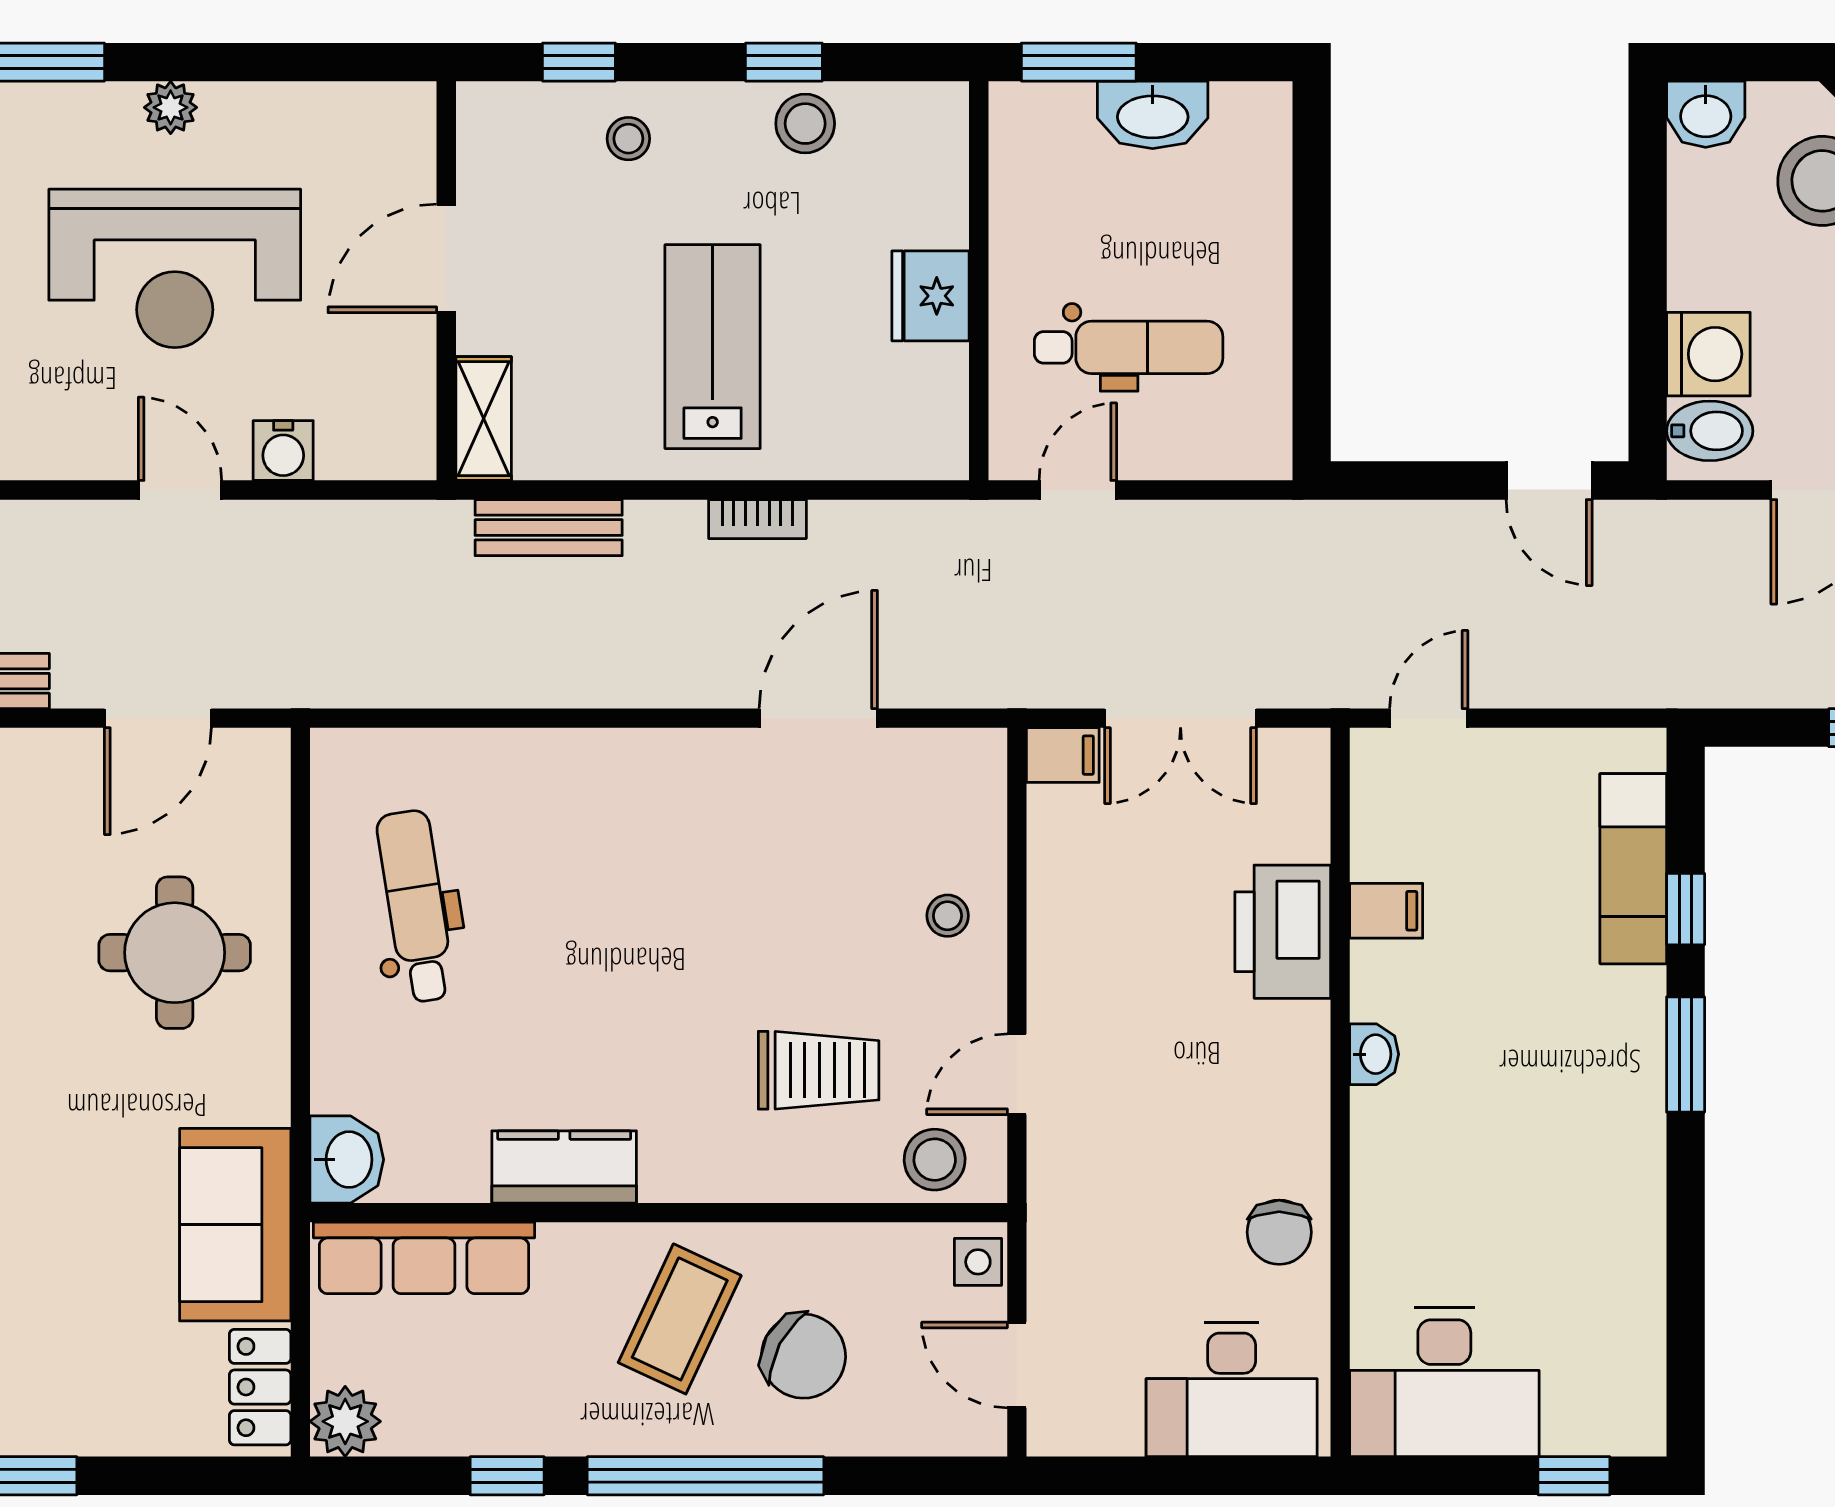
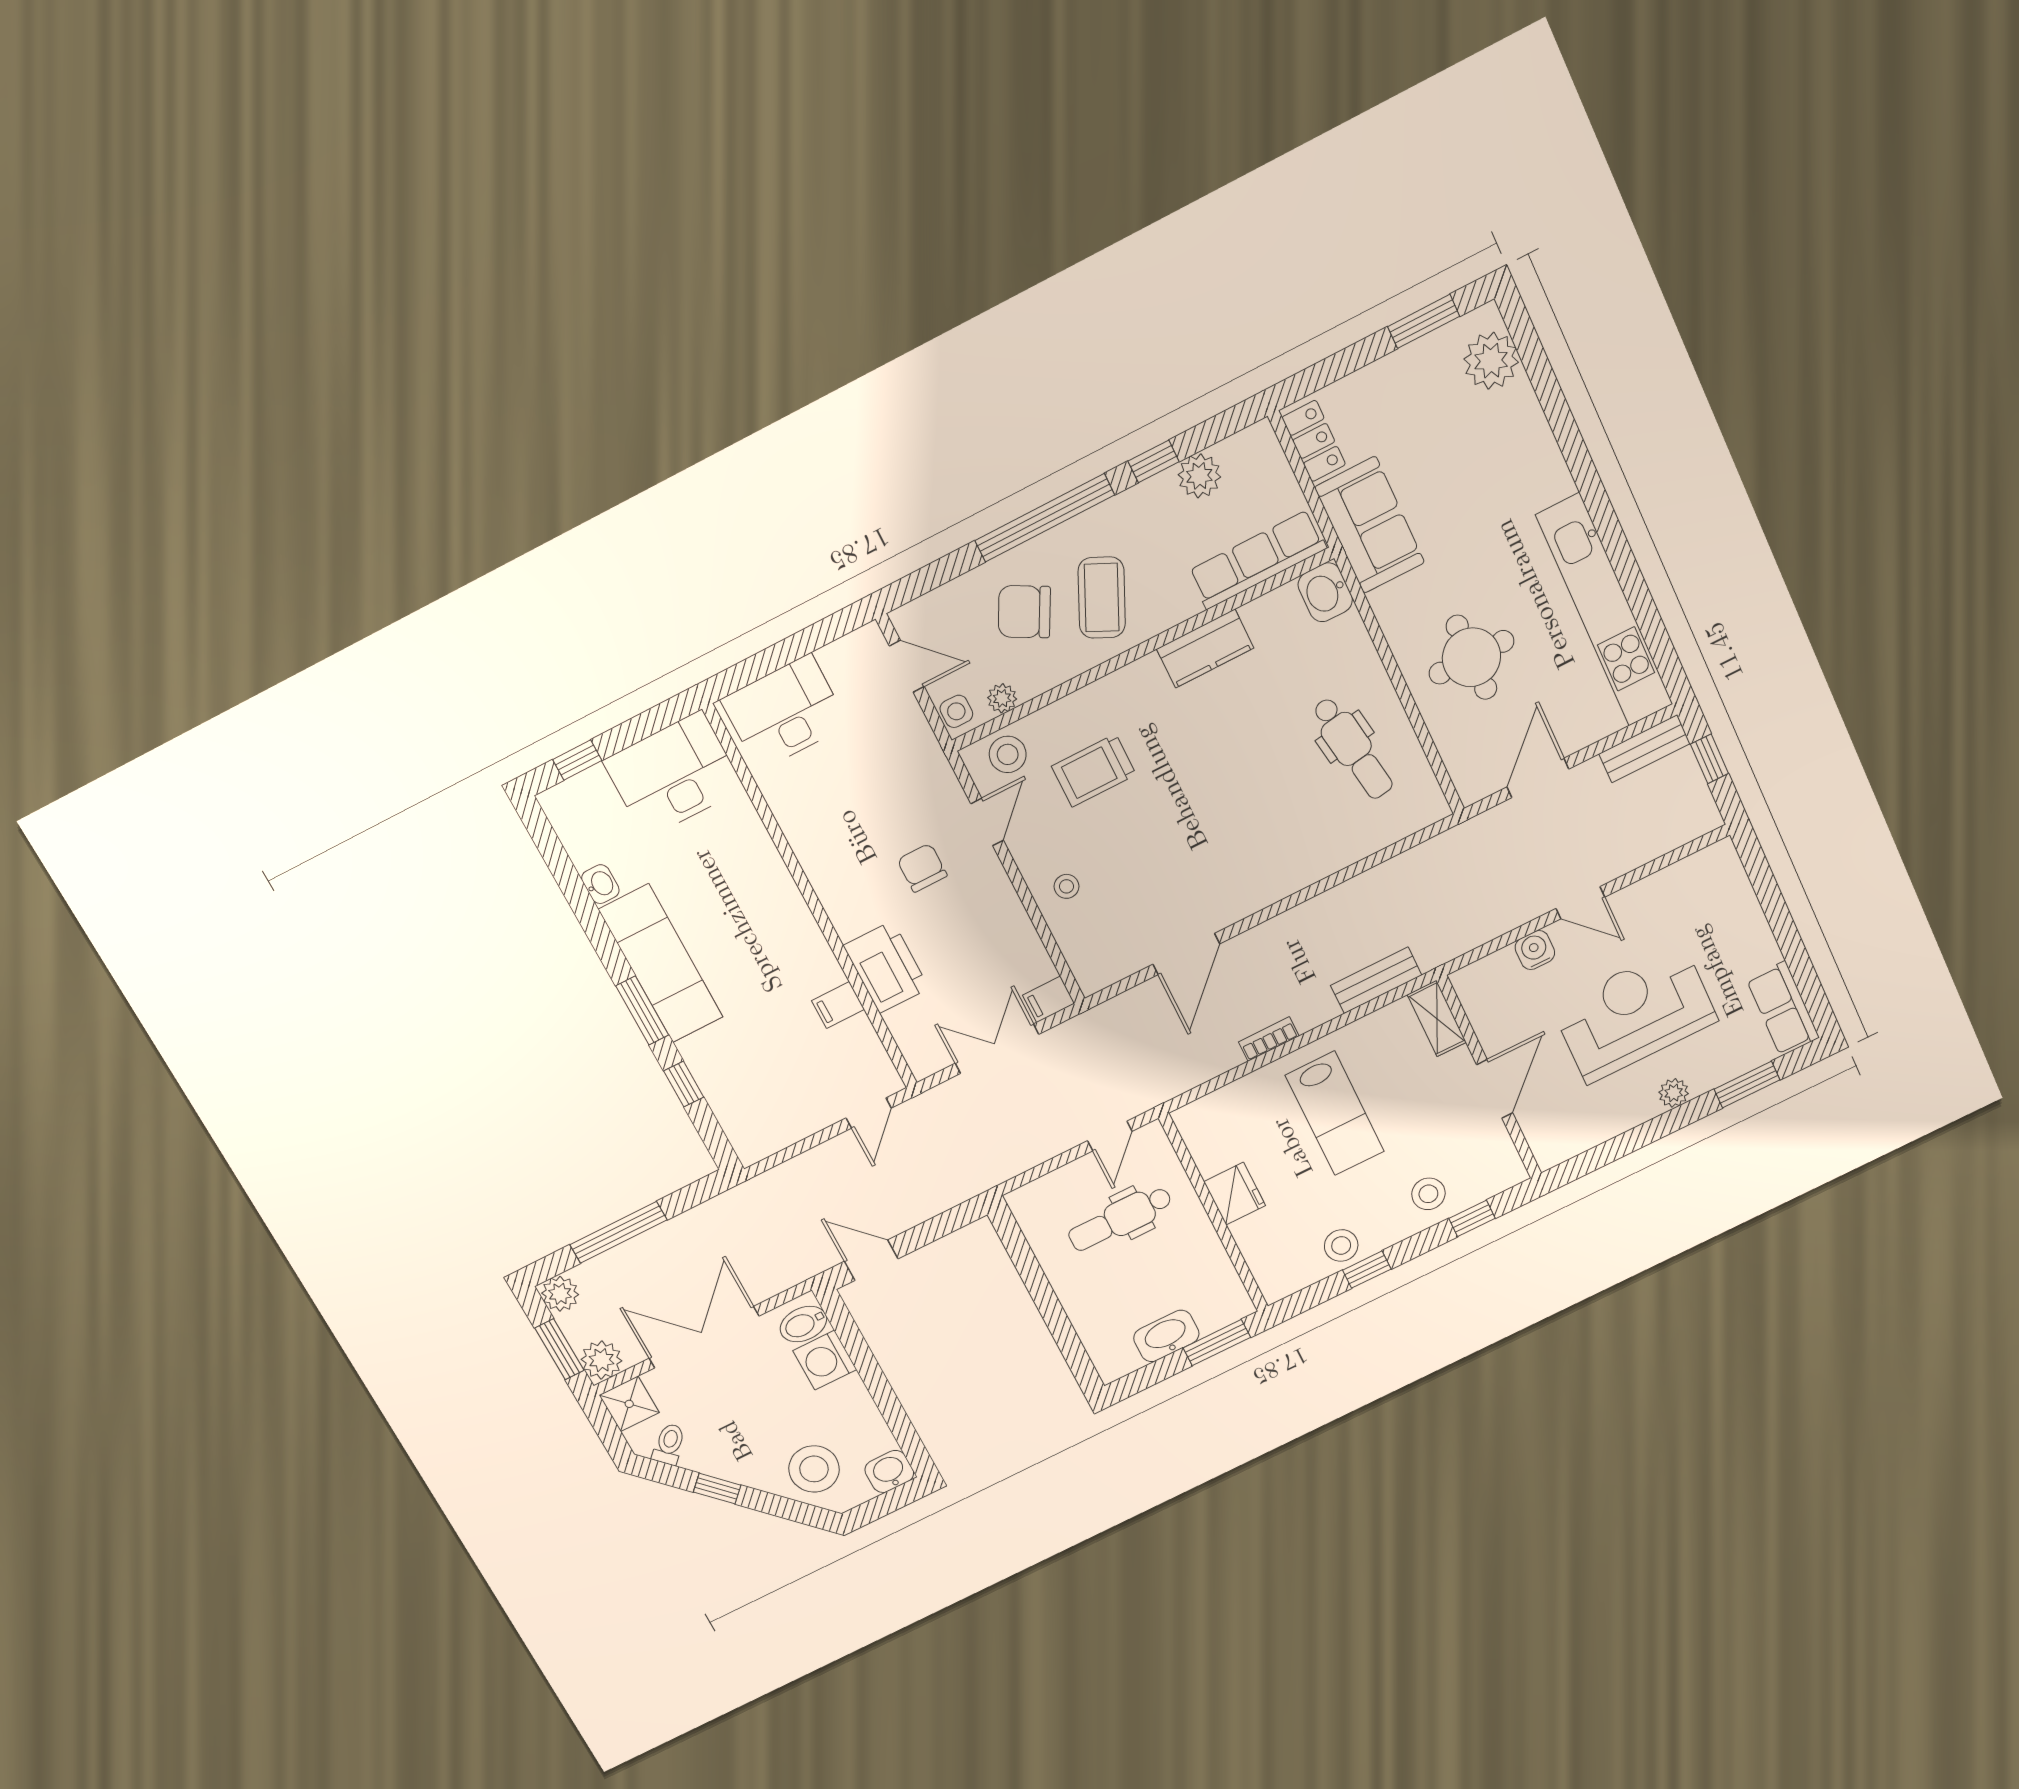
stool: (628, 139) -> (1428, 1194), width x1.37, depth x1.37
exam couch: (1633, 869) -> (661, 963), moved, width x1.36, depth x1.45
washbasin: (1374, 1054) -> (600, 884), moved, turned 180
chair: (1279, 1232) -> (922, 868), moved
plant: (901, 1247) -> (1002, 698), added
plant: (345, 1421) -> (1199, 476), moved

